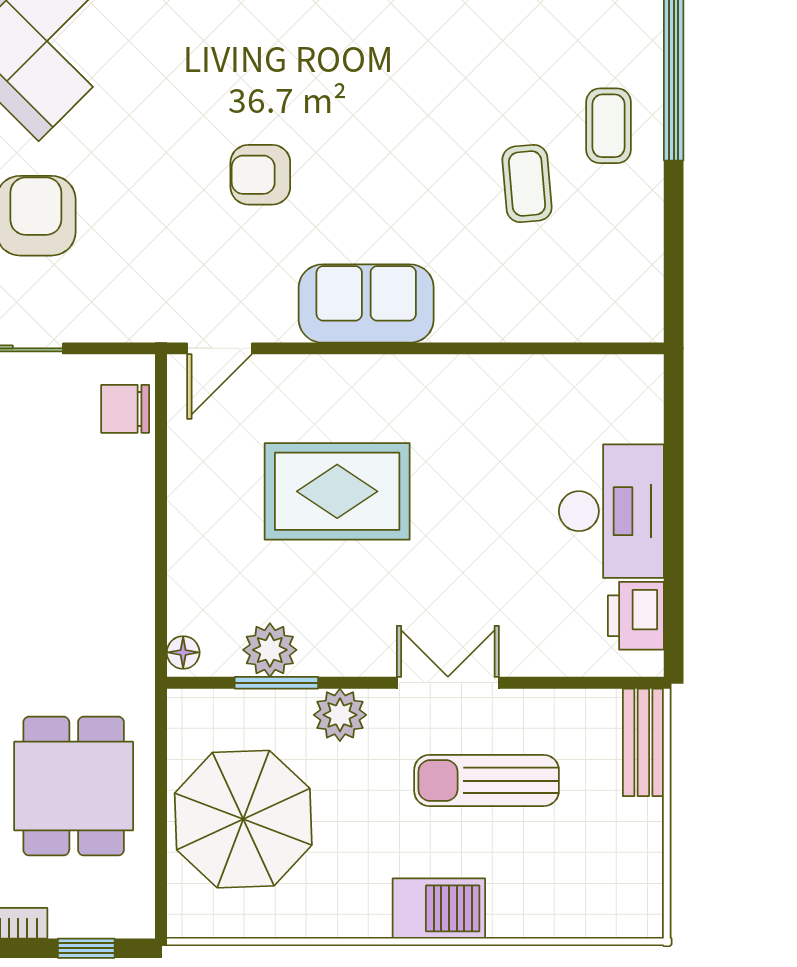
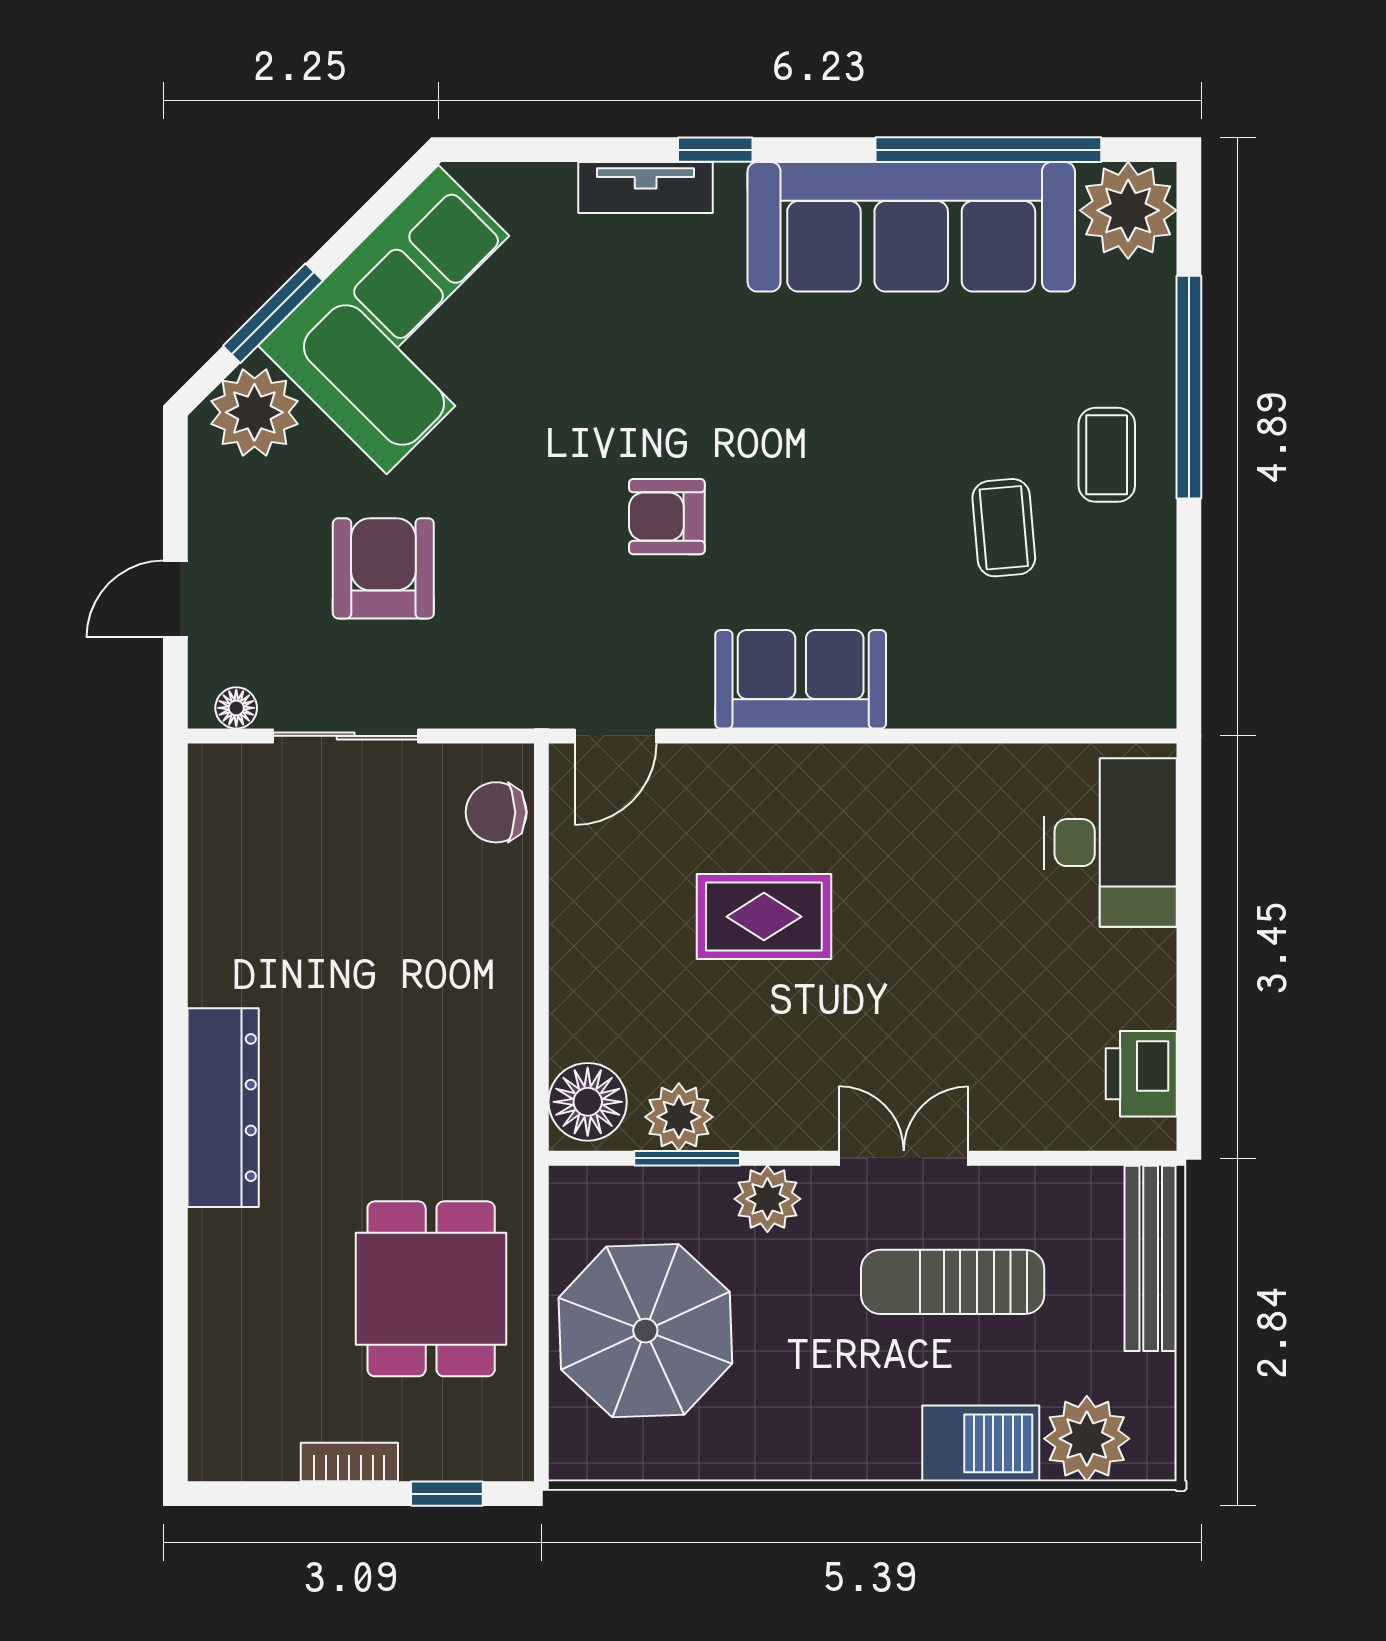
rug: (337, 491) -> (764, 917), width x0.73, depth x0.70
desk: (611, 511) -> (1110, 843), moved
floor lamp: (183, 652) -> (588, 1102), width x1.89, depth x1.89
bench: (643, 742) -> (1151, 1258), width x1.36
plant: (593, 905) -> (1087, 1439), added
barbecue: (439, 908) -> (981, 1443), moved

